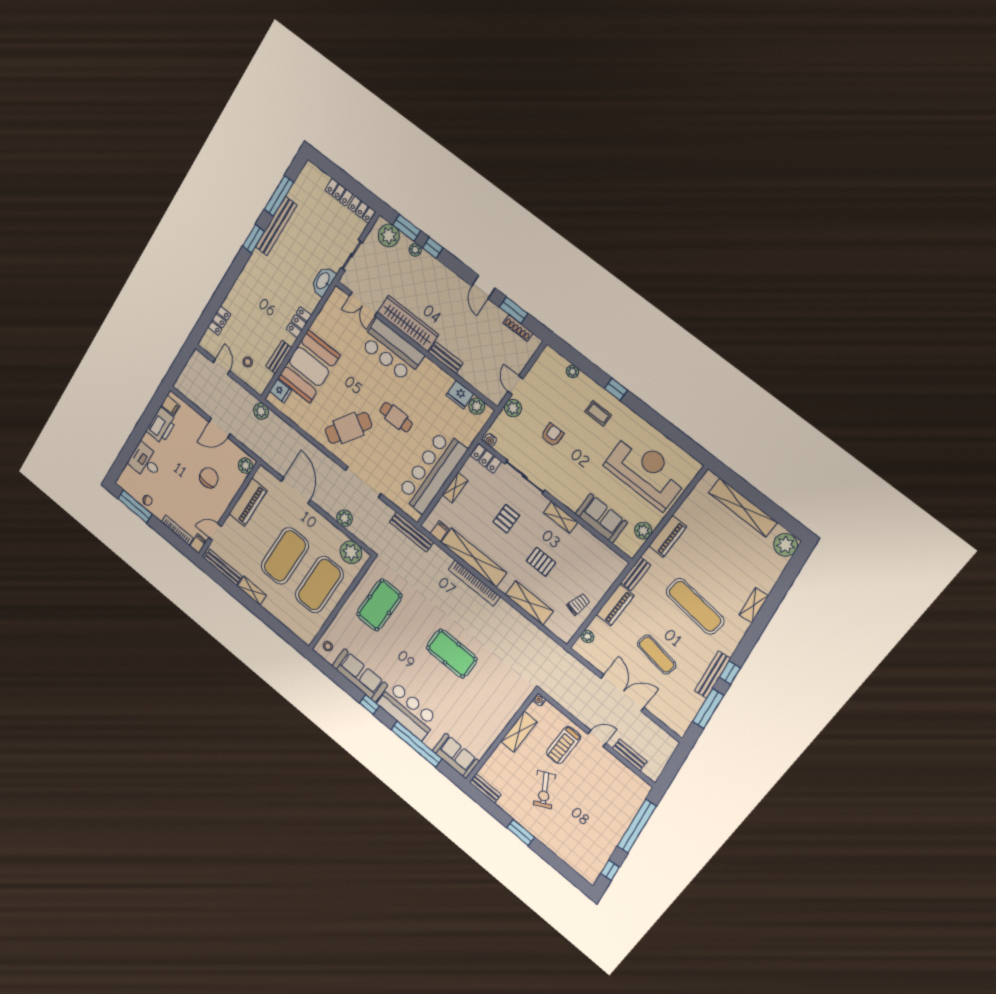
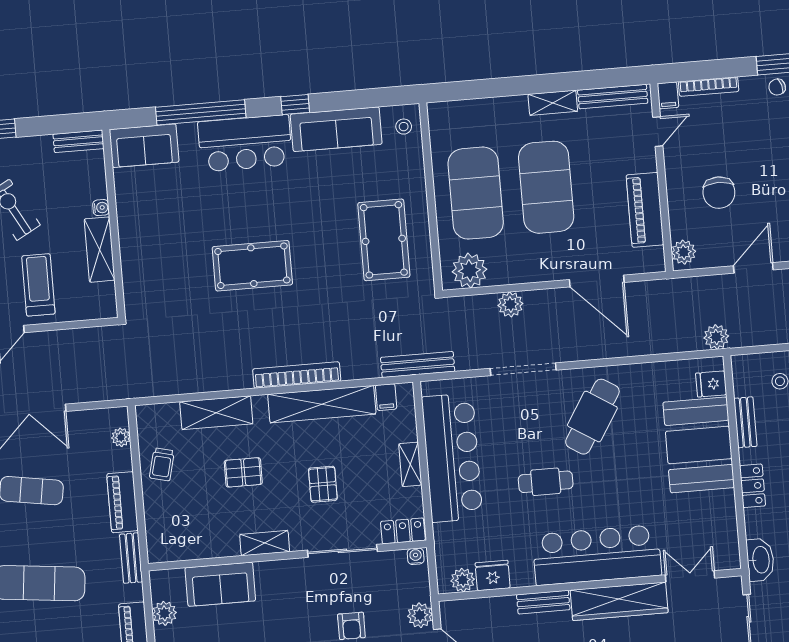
bar counter: (392, 350) -> (597, 555), width x1.36
water cooler: (539, 700) -> (101, 208), moved

